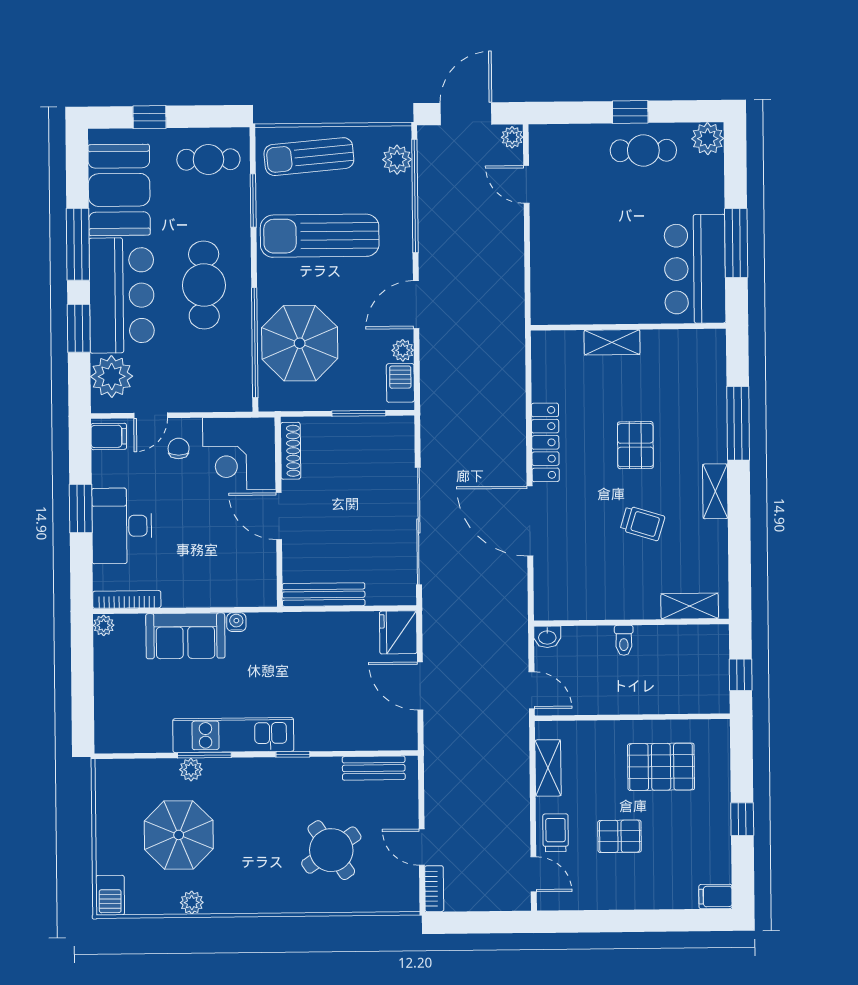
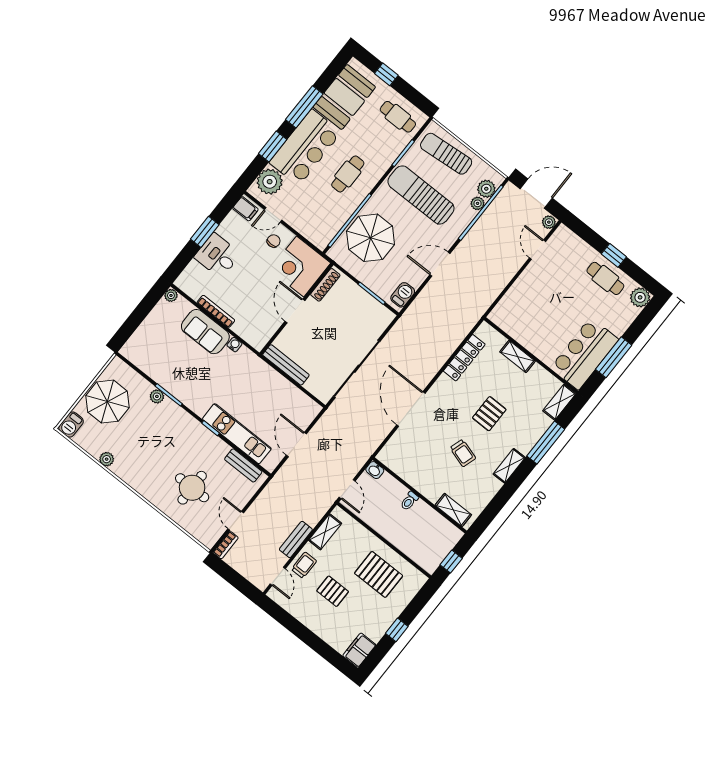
cafe table: (204, 285) -> (348, 174), width x0.73, depth x0.74
plant: (403, 350) -> (478, 203), moved
shelving: (713, 357) -> (559, 402), added
locker: (545, 442) -> (464, 358), moved
desk: (122, 526) -> (217, 256), width x0.73
bookcase: (127, 599) -> (216, 311), moved
fridge: (398, 632) -> (307, 411), removed
kitchen unit: (233, 735) -> (237, 434), moved
bench: (518, 808) -> (296, 539), added
parasol: (179, 835) -> (107, 402), moved
round table: (331, 850) -> (192, 488), turned 34
filing cabinet: (715, 896) -> (359, 650), width x2.00

